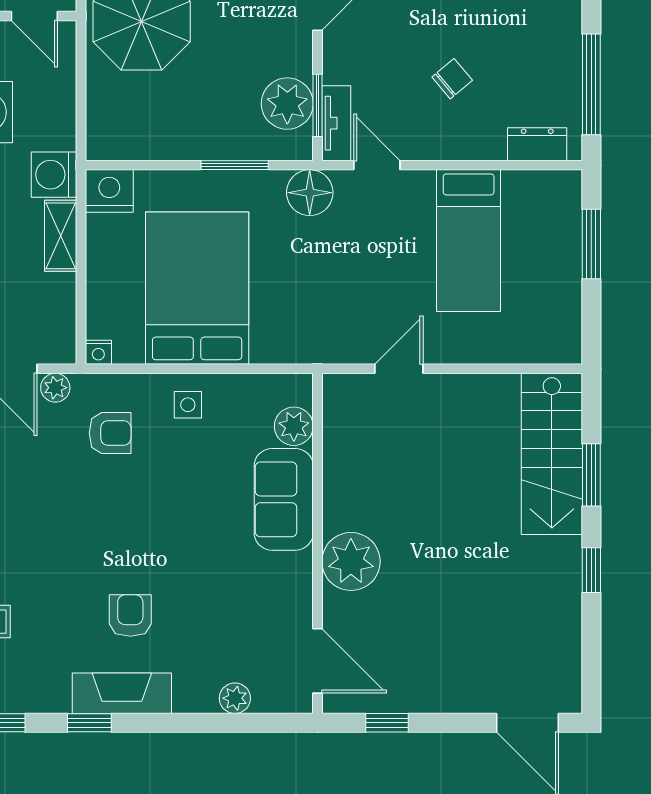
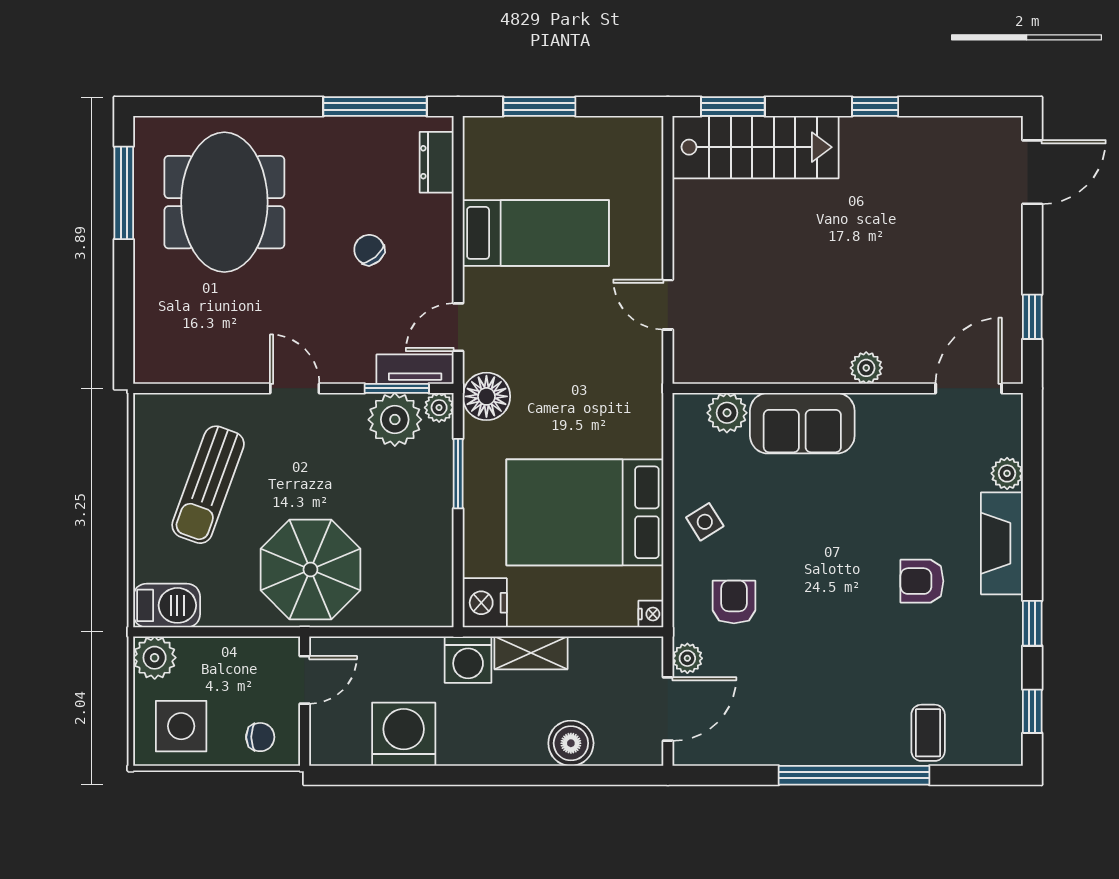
plant: (299, 147) -> (439, 408), added
side table: (188, 405) -> (705, 522), turned -32
window: (591, 475) -> (733, 106), moved
plant: (351, 561) -> (866, 368), width x0.53, depth x0.53
fireplace: (122, 693) -> (1002, 543), moved

